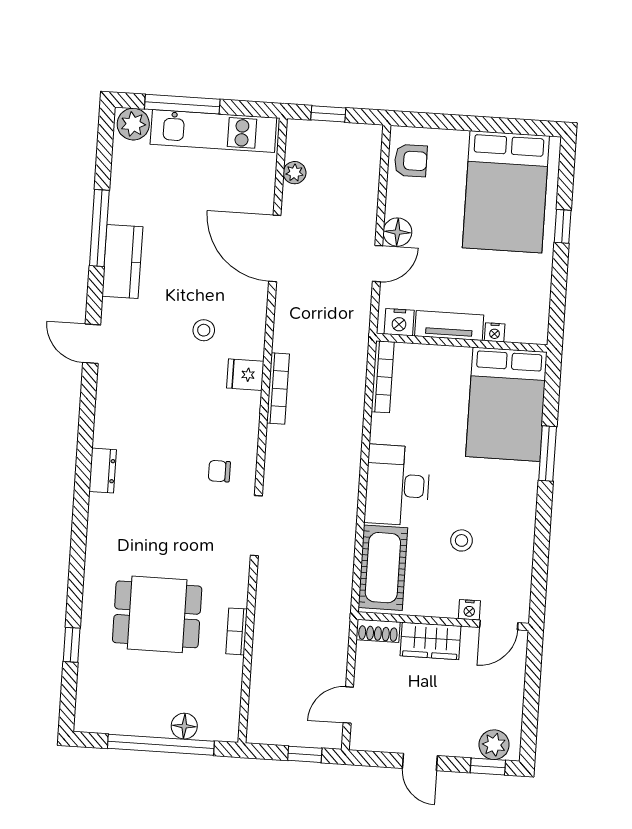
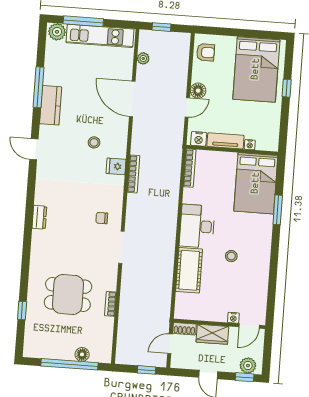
nightstand: (469, 610) -> (233, 318), moved
wall: (443, 621) -> (219, 324), moved
door: (499, 625) -> (249, 326), moved
shoe rack: (378, 631) -> (184, 329), moved
wardrobe: (430, 641) -> (212, 334), moved

